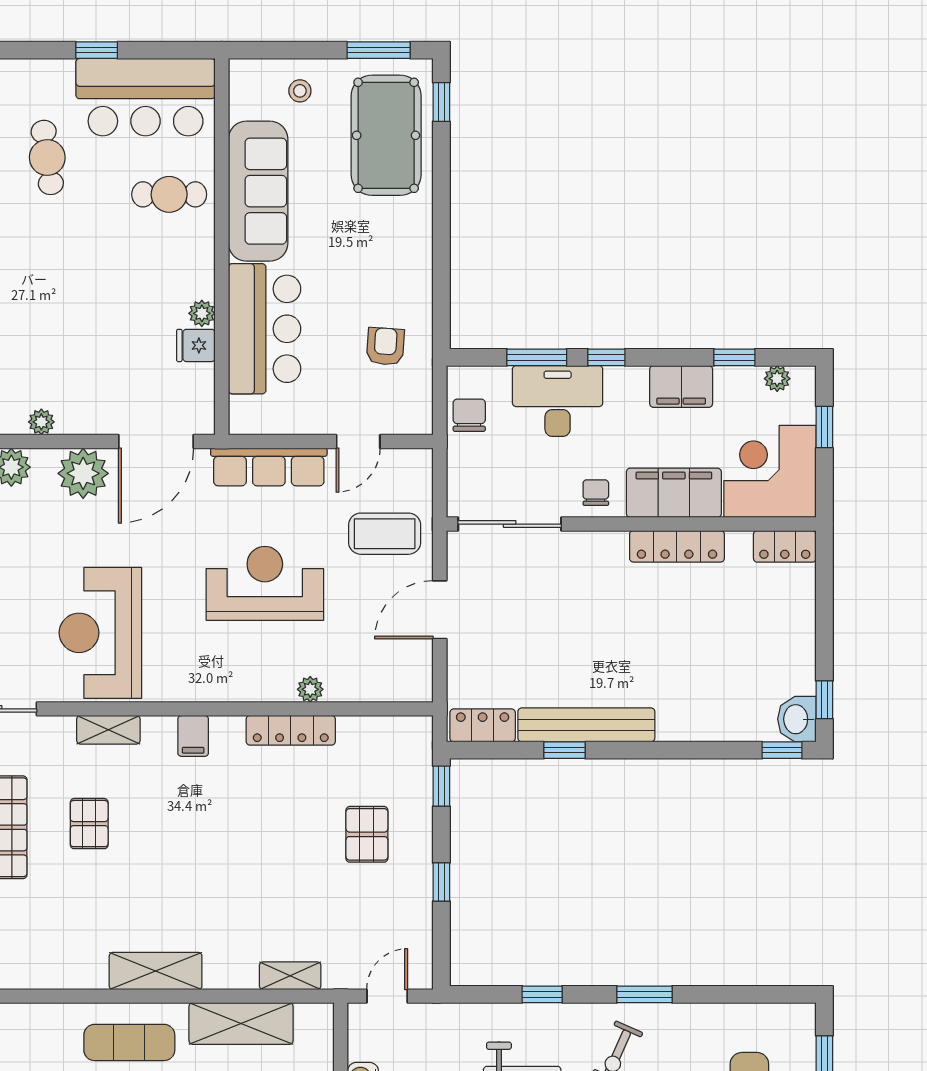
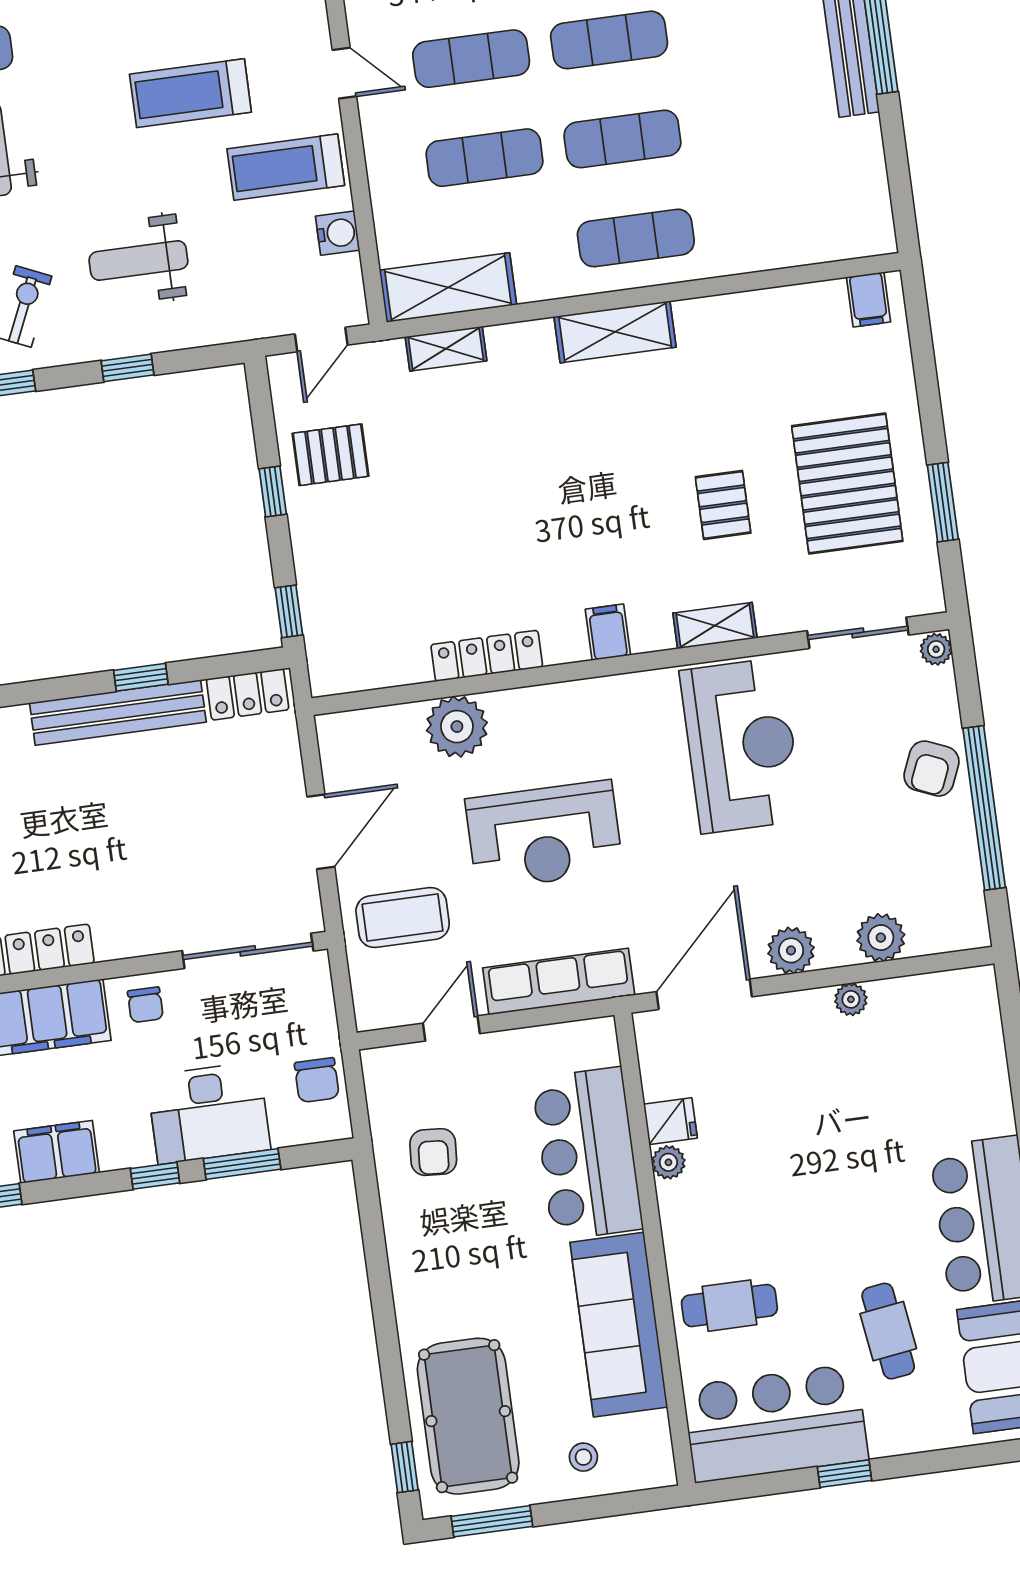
plant: (83, 473) -> (791, 950), width x0.73, depth x0.73
plant: (310, 689) -> (457, 727), width x1.88, depth x1.88
pallet: (367, 834) -> (330, 455), moved, turned 90
shelving: (241, 1024) -> (448, 287), moved

